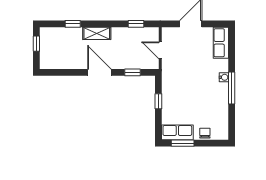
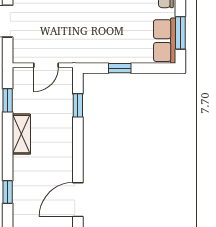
shelving: (97, 33) -> (21, 134), moved
door: (99, 72) -> (78, 200), moved

